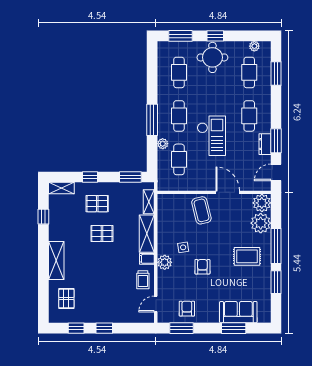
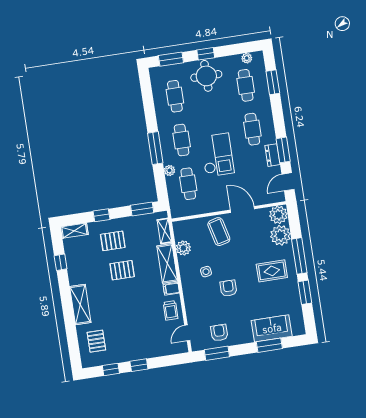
plant: (165, 262) -> (183, 248), moved

